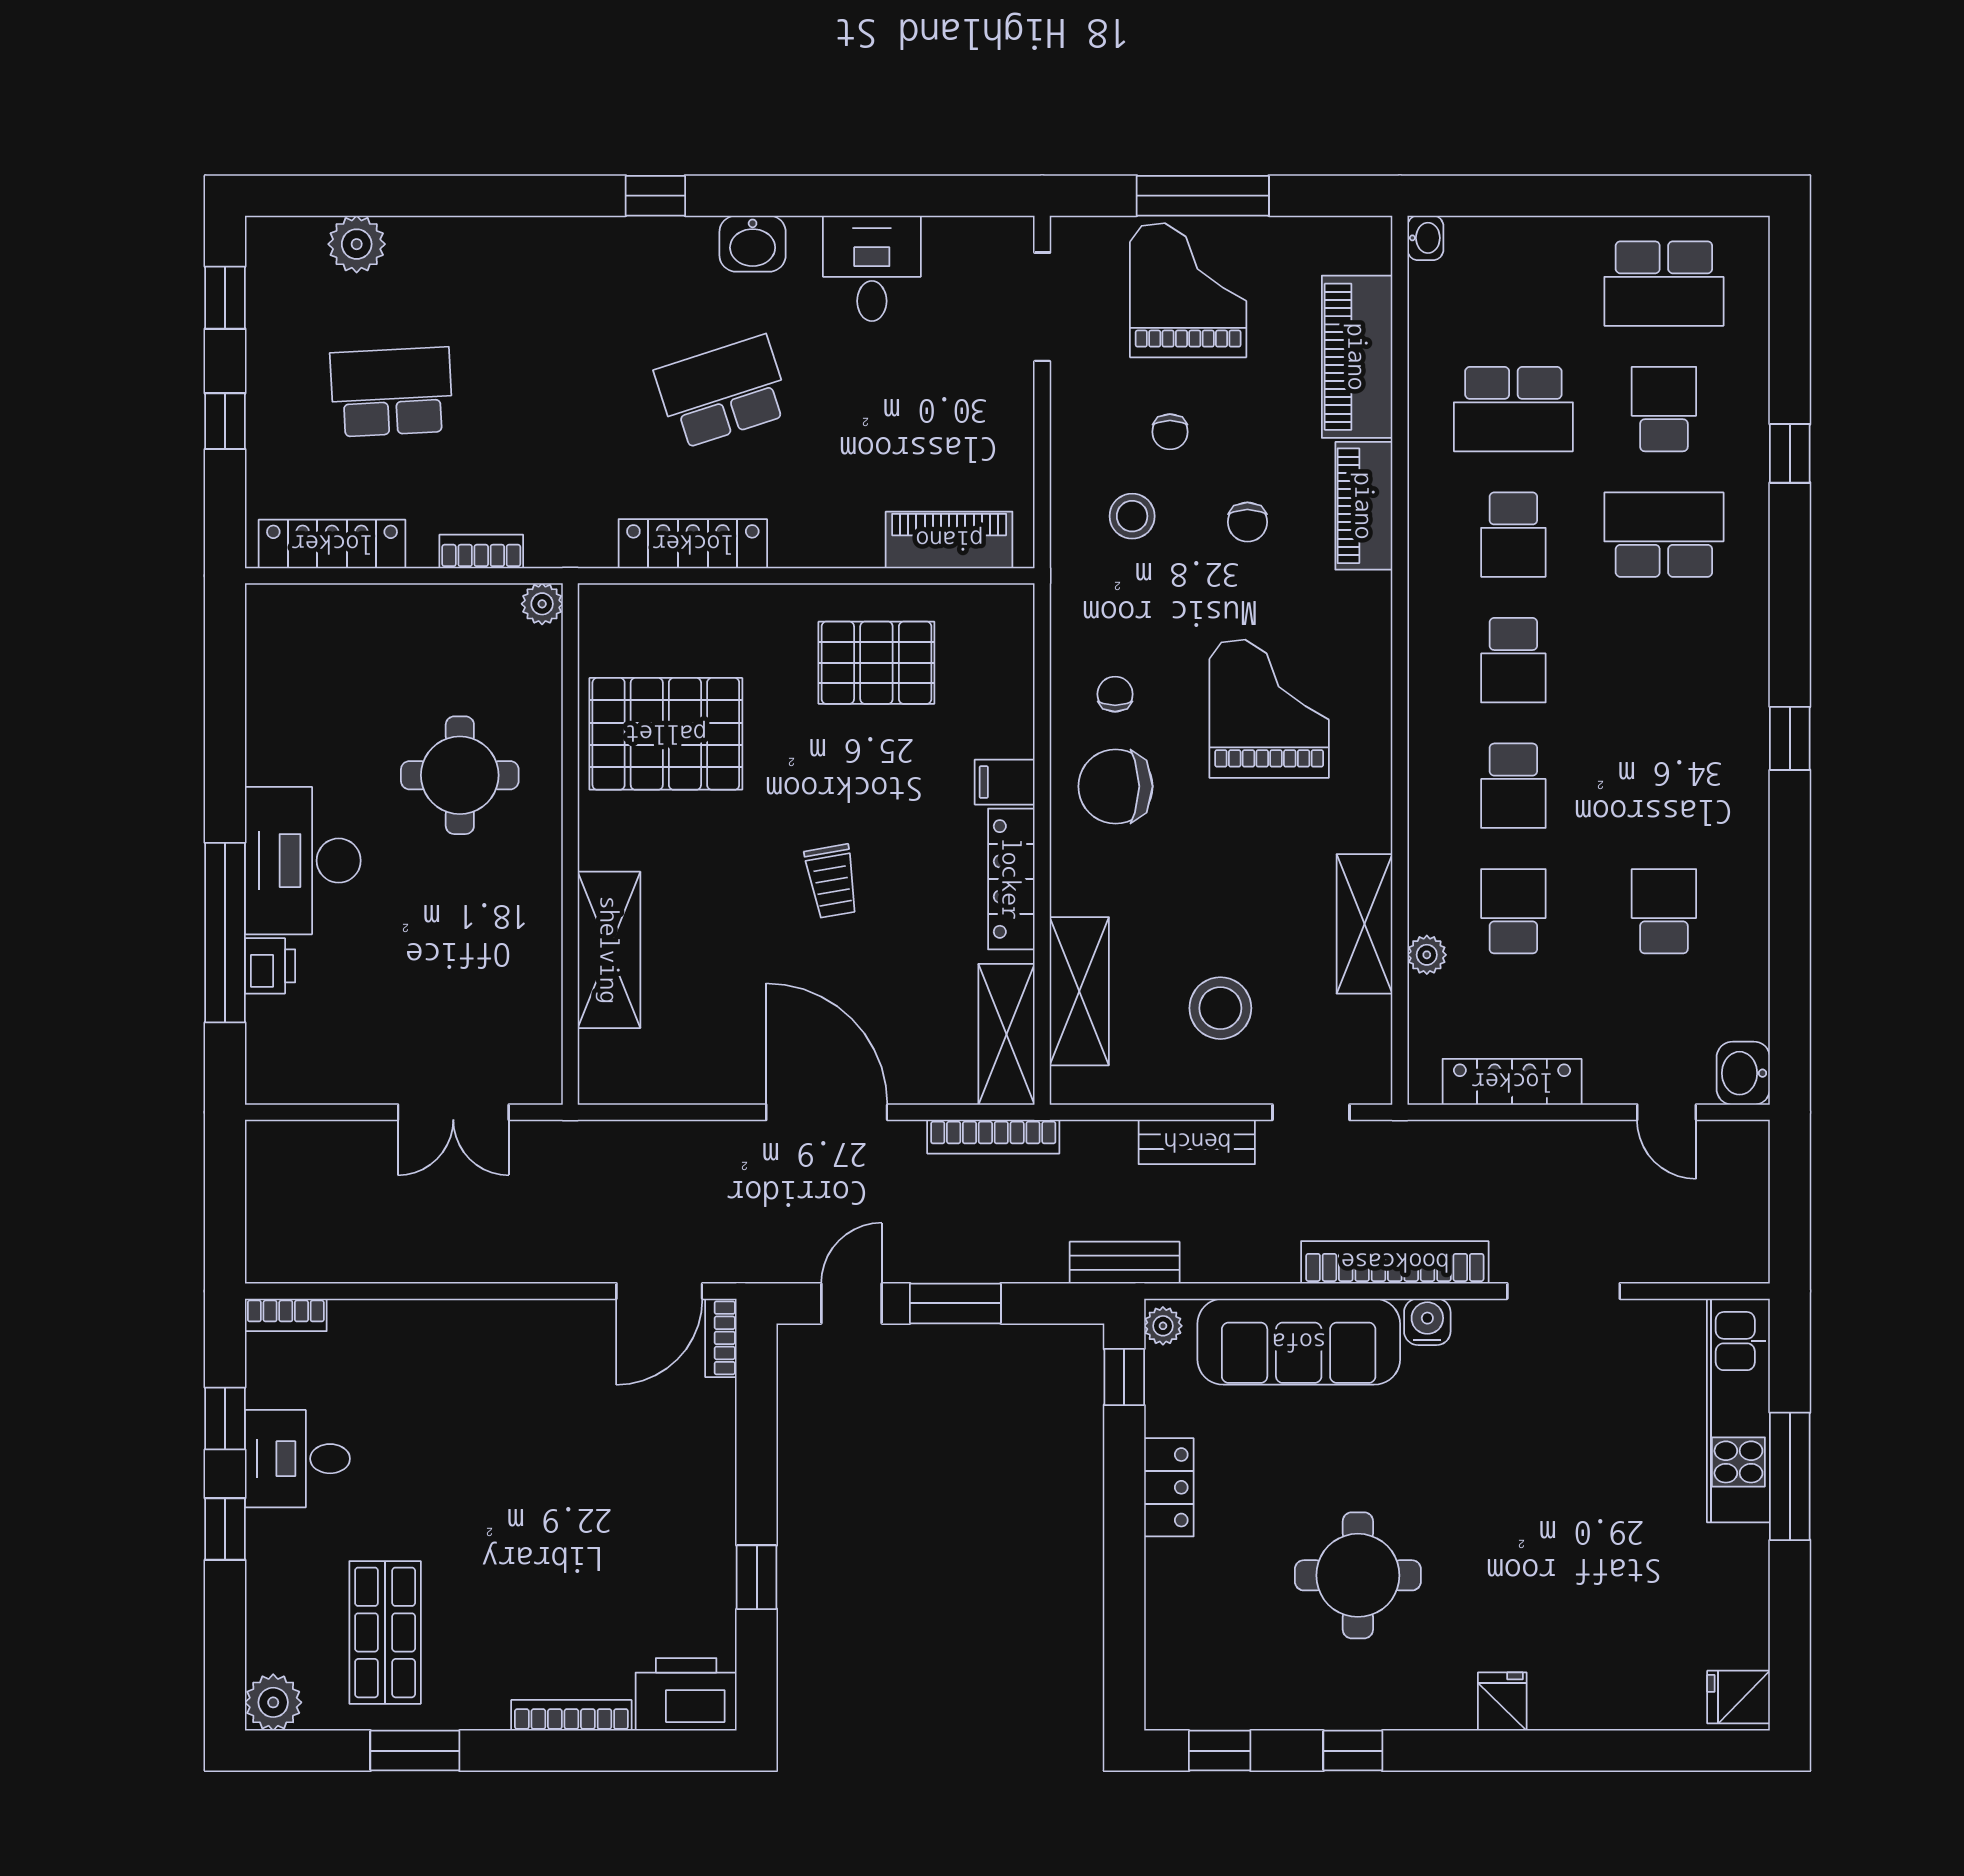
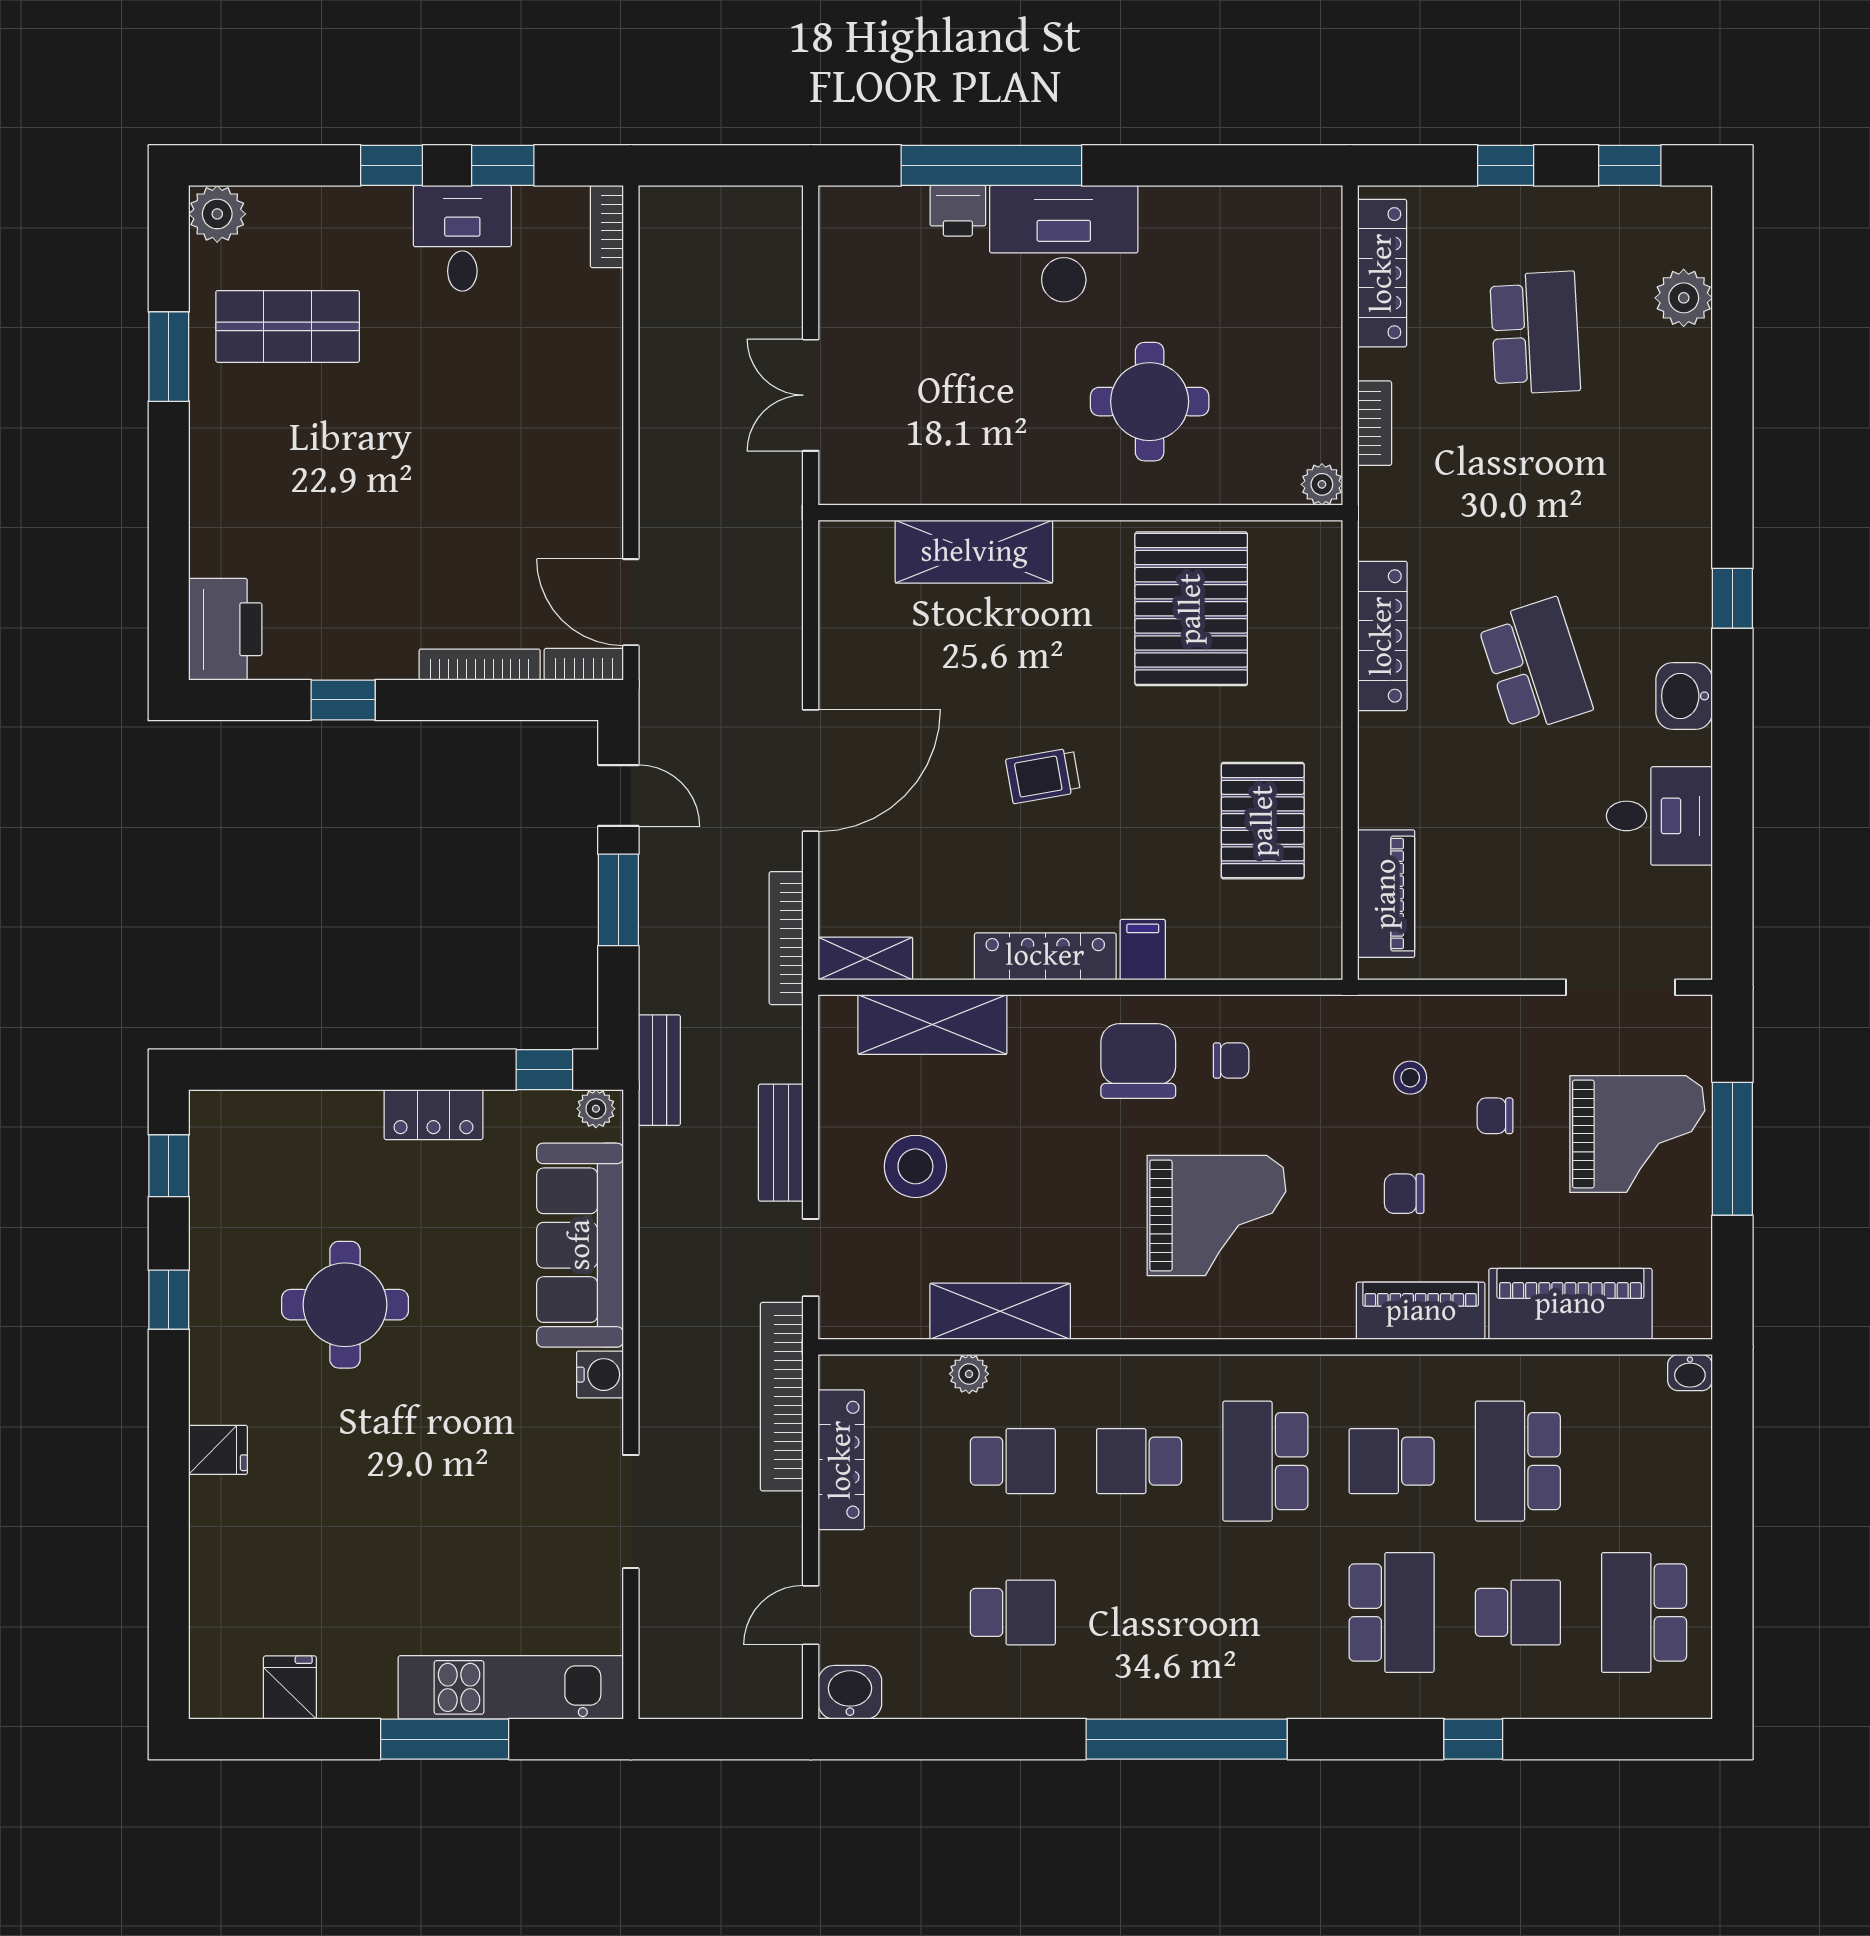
stool: (1132, 516) -> (1410, 1078), width x0.73, depth x0.73
school desk: (1513, 660) -> (1265, 1461), width x1.85
window: (1790, 738) -> (1187, 1739), width x3.17
shelving: (1007, 1034) -> (865, 958), width x0.67, depth x0.75
bookcase: (1395, 1262) -> (782, 1397), moved, turned 180
fridge: (1739, 1697) -> (290, 1688), moved
bookcase: (571, 1715) -> (480, 665), moved, turned -90

